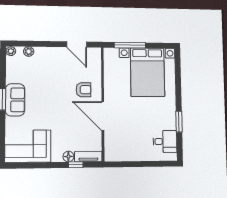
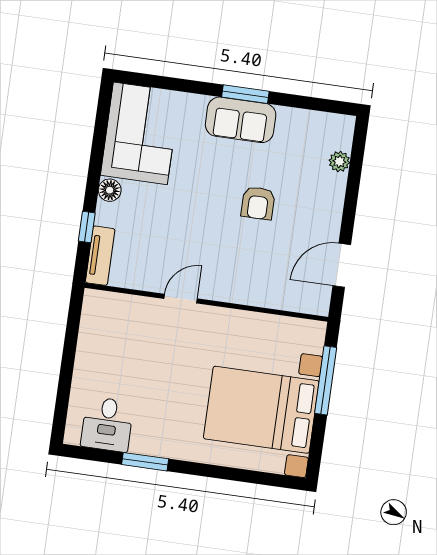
plant: (11, 51) -> (345, 124), removed
armchair: (83, 90) -> (258, 203), moved
door: (103, 116) -> (181, 299), width x0.53
floor lamp: (68, 157) -> (110, 190), moved

